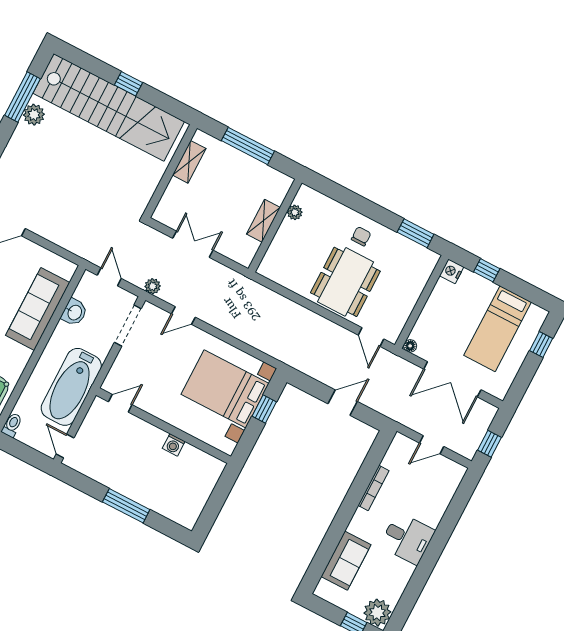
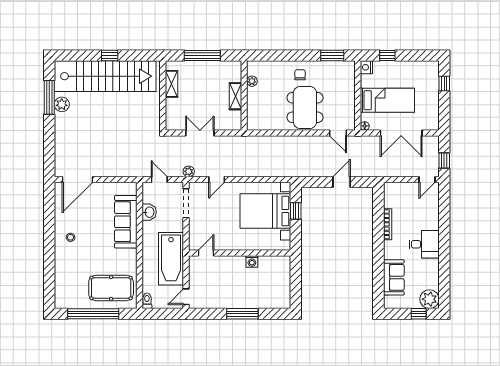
bed: (498, 329) -> (387, 100), moved, turned -90
door: (432, 445) -> (427, 179), moved
door: (65, 446) -> (186, 297), hinge flipped

